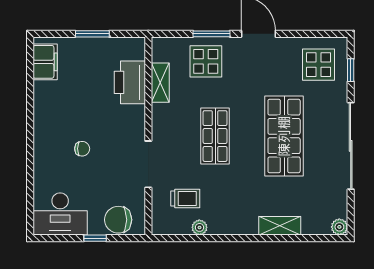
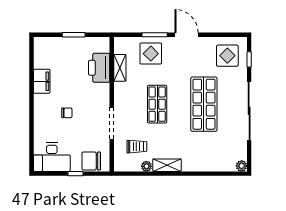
filing cabinet: (45, 62) -> (42, 81), moved
shelving: (280, 226) -> (167, 165), moved

